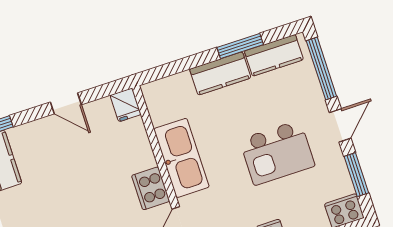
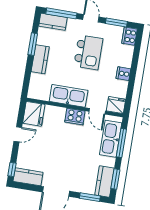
kitchen counter: (274, 55) -> (53, 22), moved, turned 90
fridge: (126, 105) -> (34, 114), width x1.88, depth x1.34

